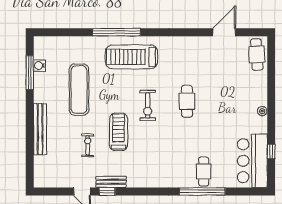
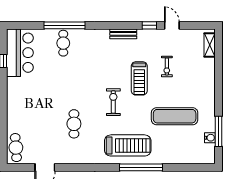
exercise mat: (79, 90) -> (175, 116), turned 90
cafe table: (187, 101) -> (74, 124), moved
plant: (262, 111) -> (11, 97), removed
bench: (40, 129) -> (209, 81), removed
shelving: (40, 169) -> (210, 45), added
bench: (111, 182) -> (123, 34), moved

